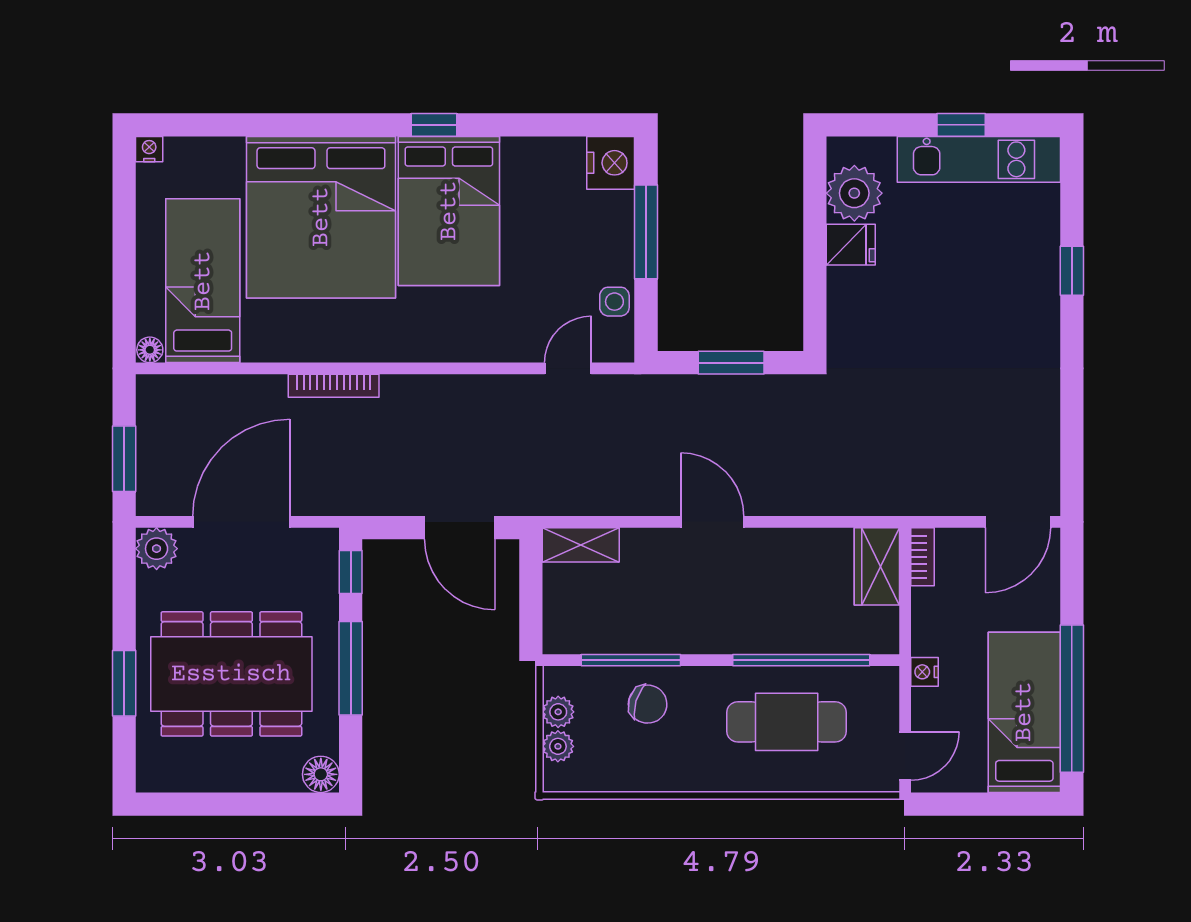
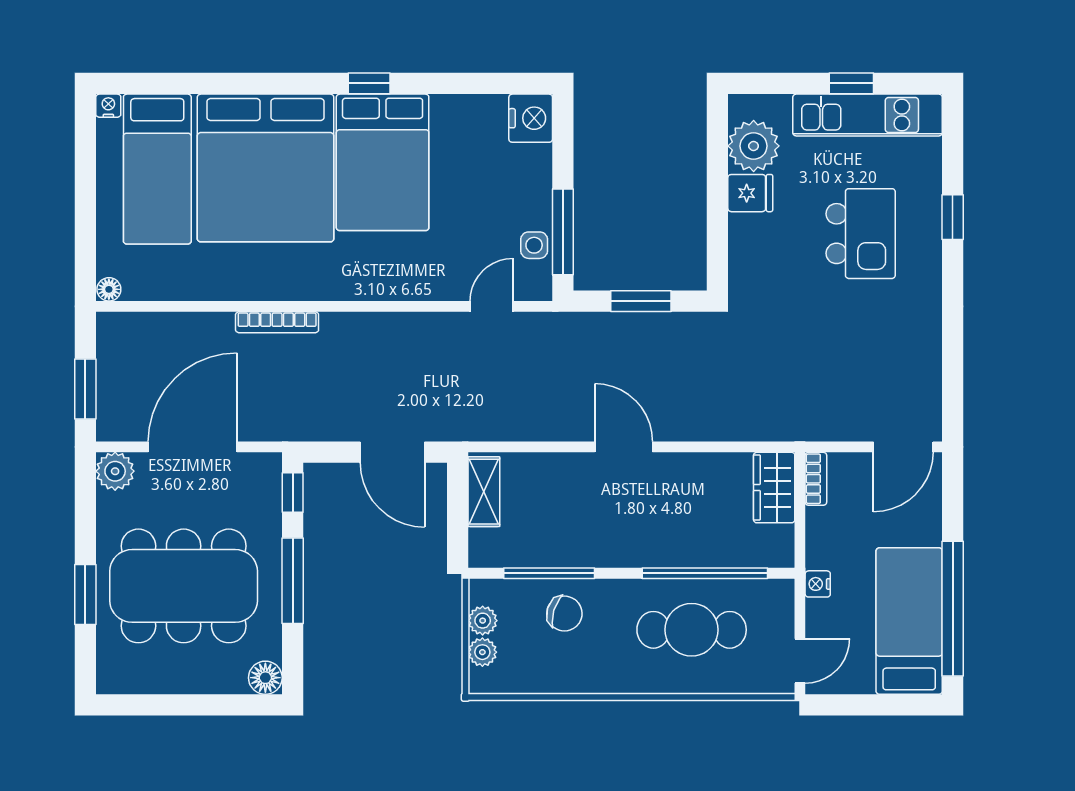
window: (646, 232) -> (563, 232), moved
bed: (203, 281) -> (157, 169), moved, turned 180
kitchen island: (971, 289) -> (861, 234), added
shelving: (581, 545) -> (484, 492), moved, turned 90

